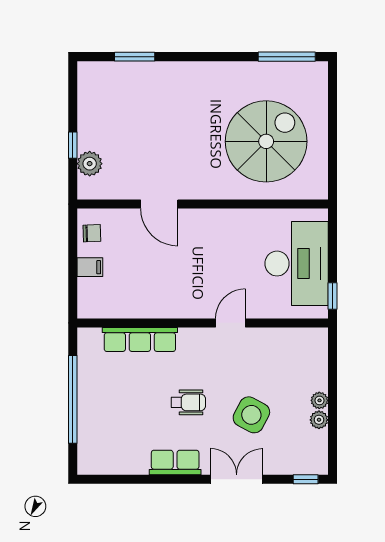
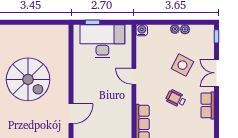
spiral stairs: (266, 141) -> (28, 79), moved, turned 180
window: (332, 296) -> (93, 22), moved
water cooler: (317, 338) -> (142, 30), added
wheelchair: (188, 402) -> (176, 98), turned -64

